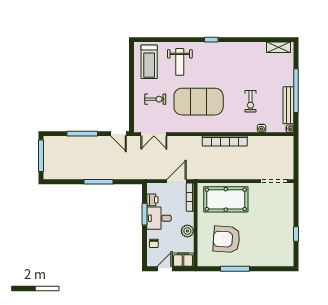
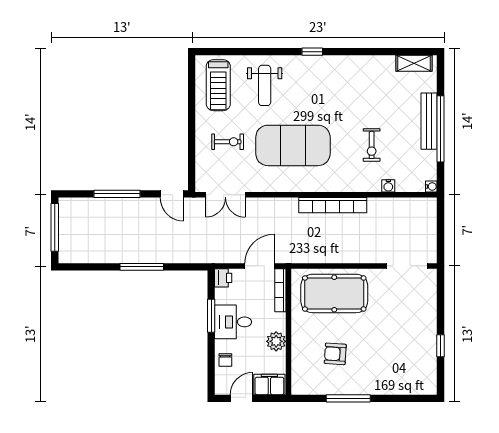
bench: (288, 105) -> (429, 121), moved
printer: (152, 200) -> (223, 278), moved
armchair: (226, 239) -> (335, 354), width x0.53, depth x0.53

